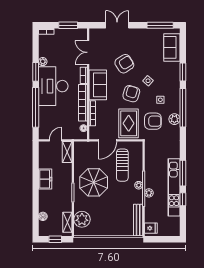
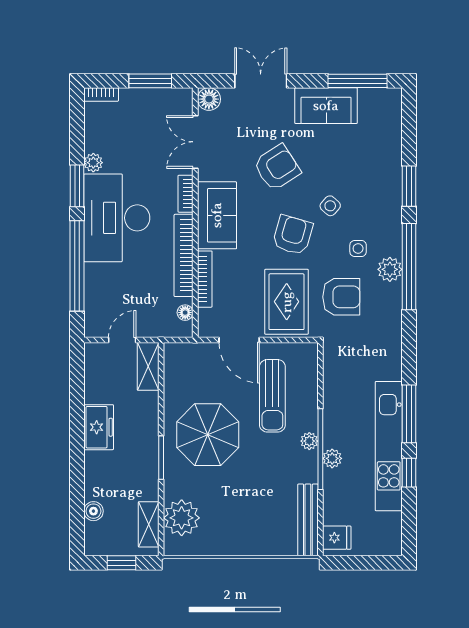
floor lamp: (94, 33) -> (209, 99), added
sofa: (172, 47) -> (326, 106), moved, turned -90
plant: (174, 119) -> (390, 269), moved
door: (108, 140) -> (239, 340), hinge flipped

